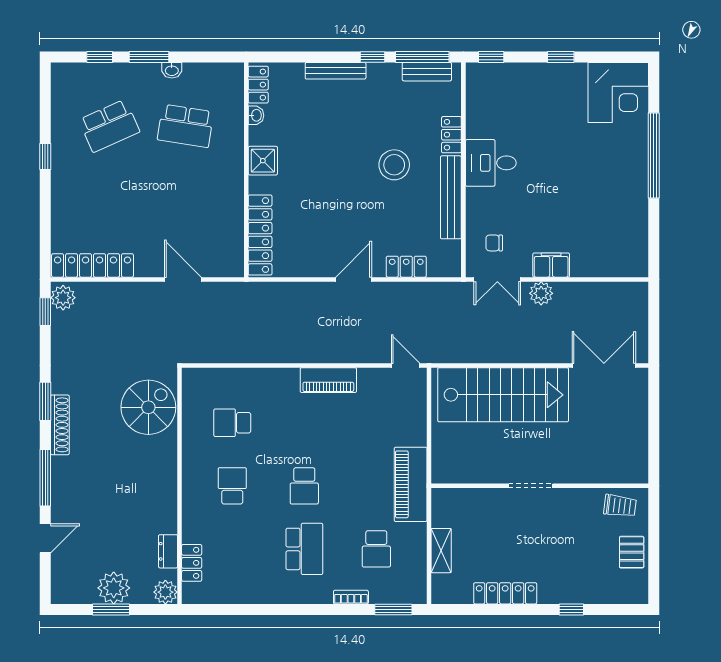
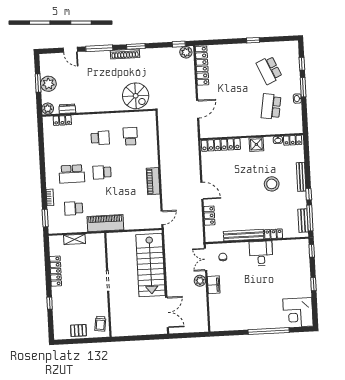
stool: (394, 165) -> (272, 184), moved

